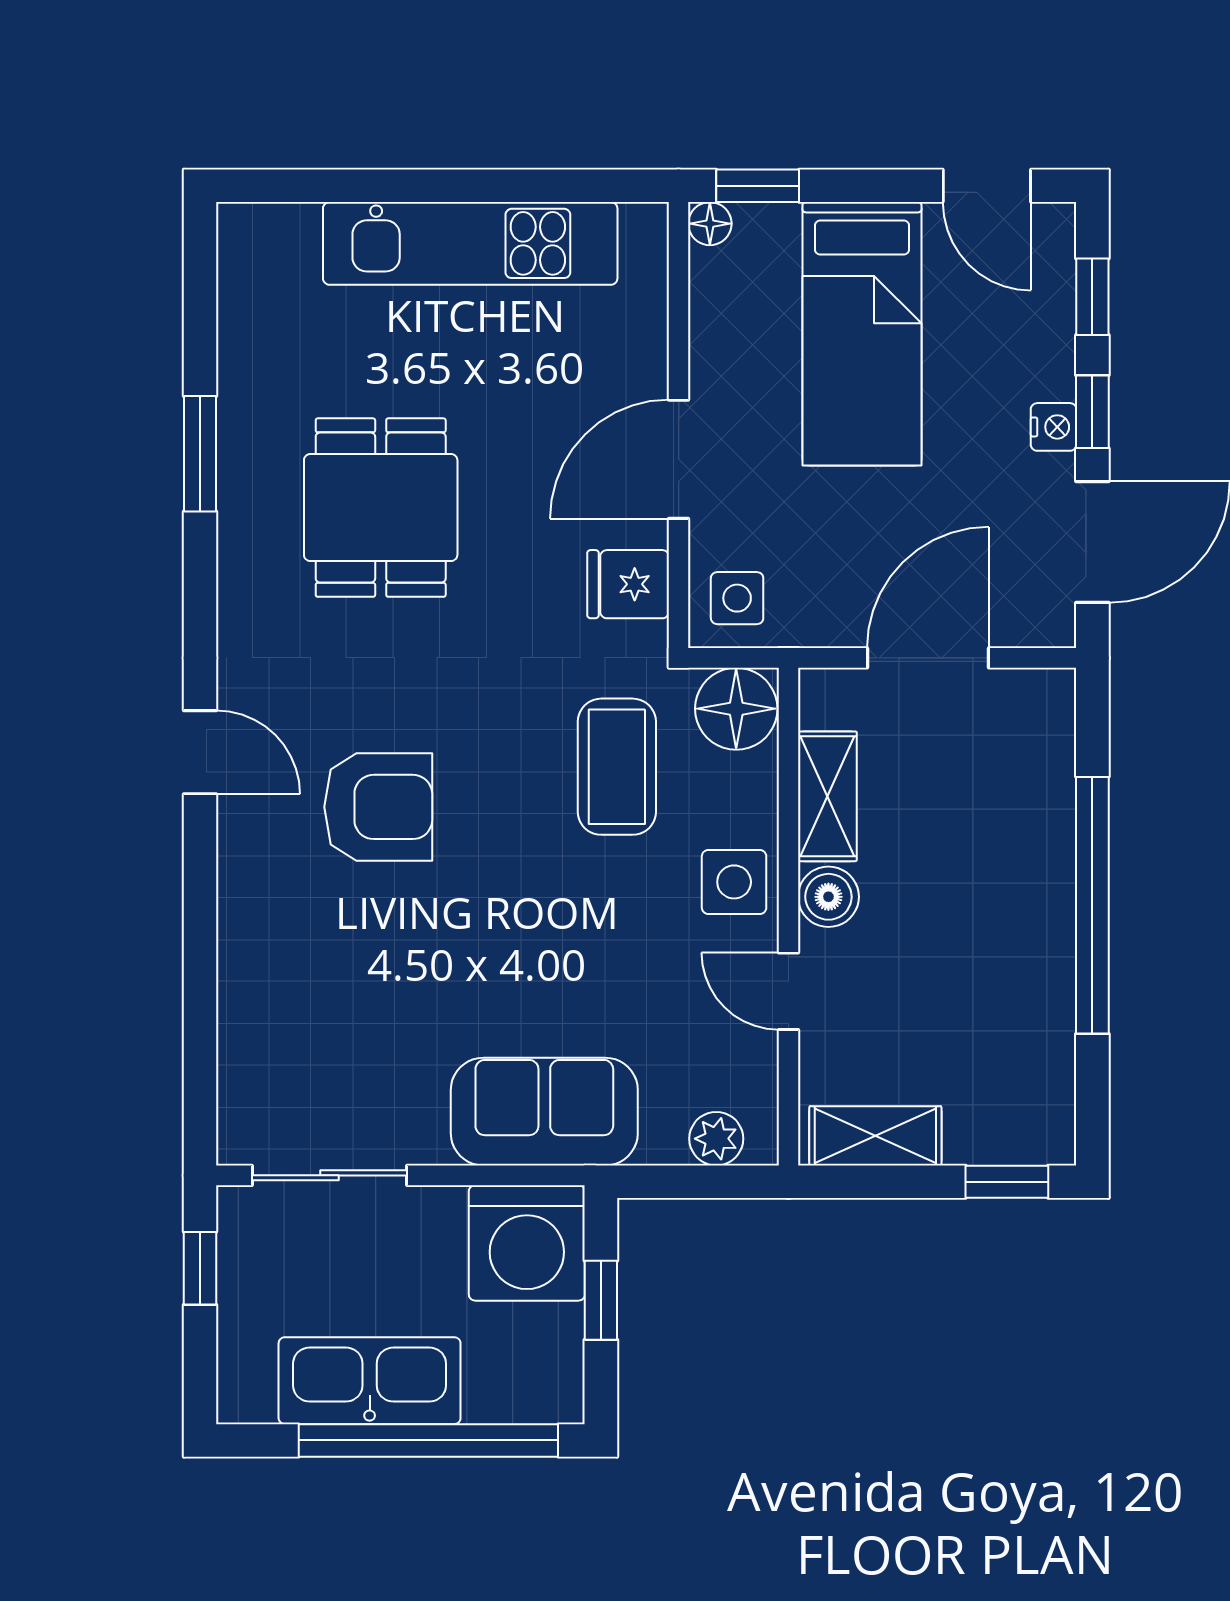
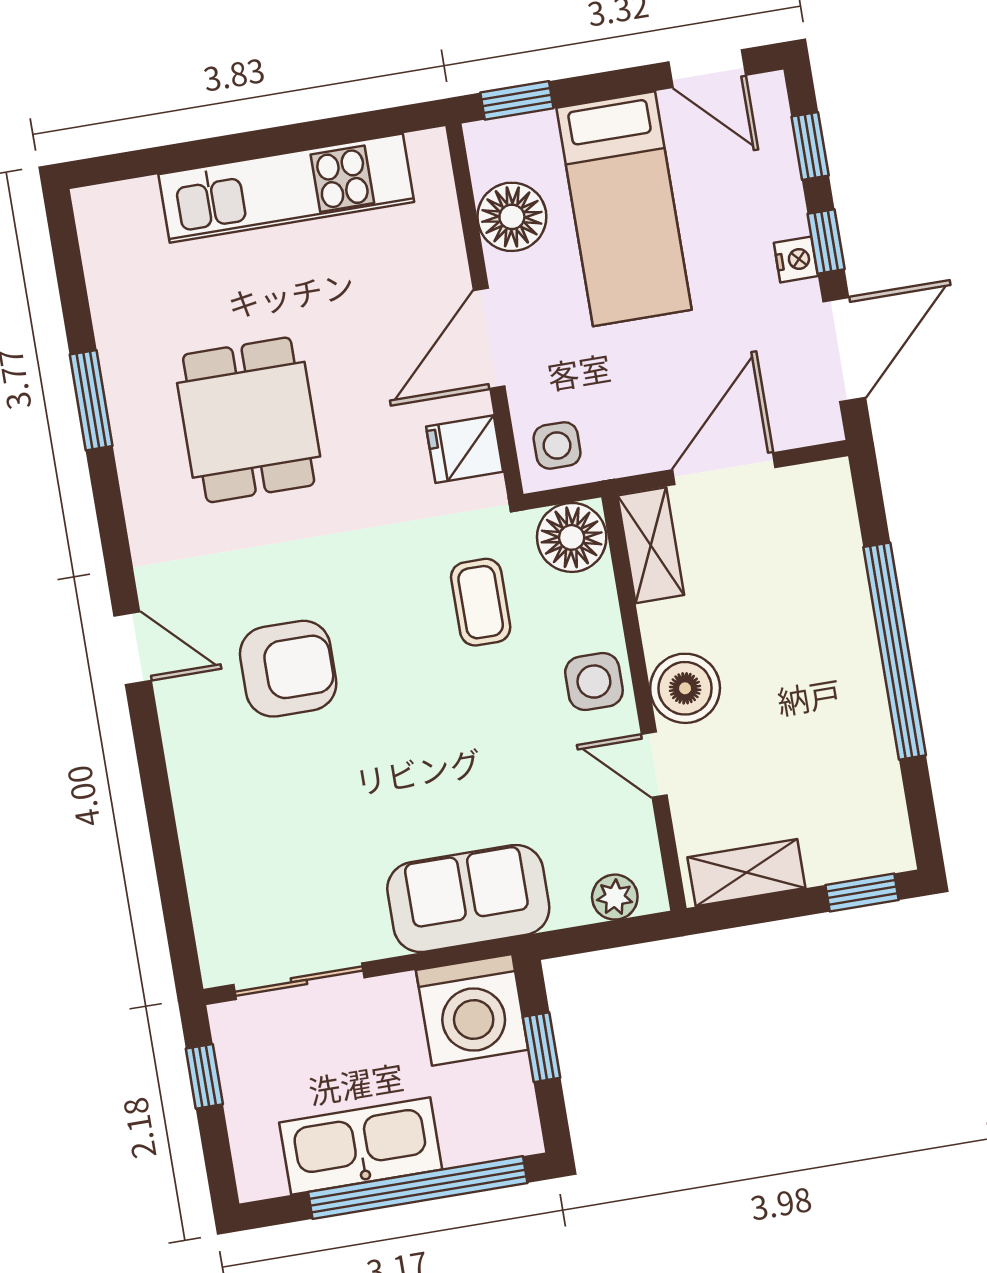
floor lamp: (710, 224) -> (512, 217), moved, width x1.89, depth x1.89
coffee table: (617, 767) -> (481, 602), width x0.73, depth x0.77
shelving: (827, 796) -> (651, 545), moved
boiler: (828, 897) -> (685, 688), width x1.36, depth x1.36

